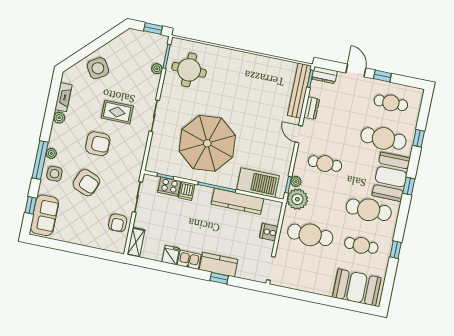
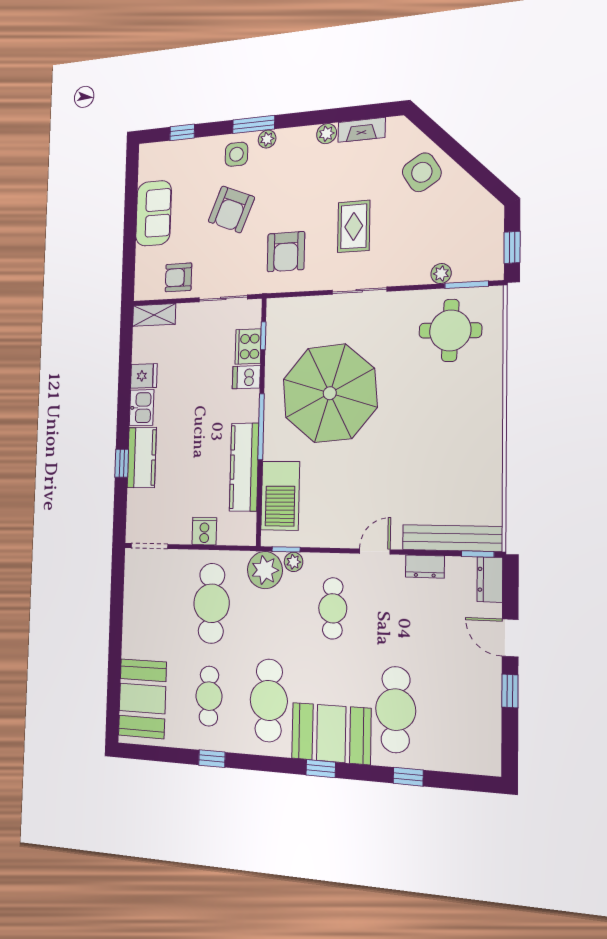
door: (356, 71) -> (510, 638), swing flipped
cafe table: (391, 103) -> (463, 714), removed
armchair: (98, 144) -> (286, 252), moved
window: (40, 160) -> (254, 125), width x0.69
sofa: (45, 215) -> (154, 213), moved, turned -90

